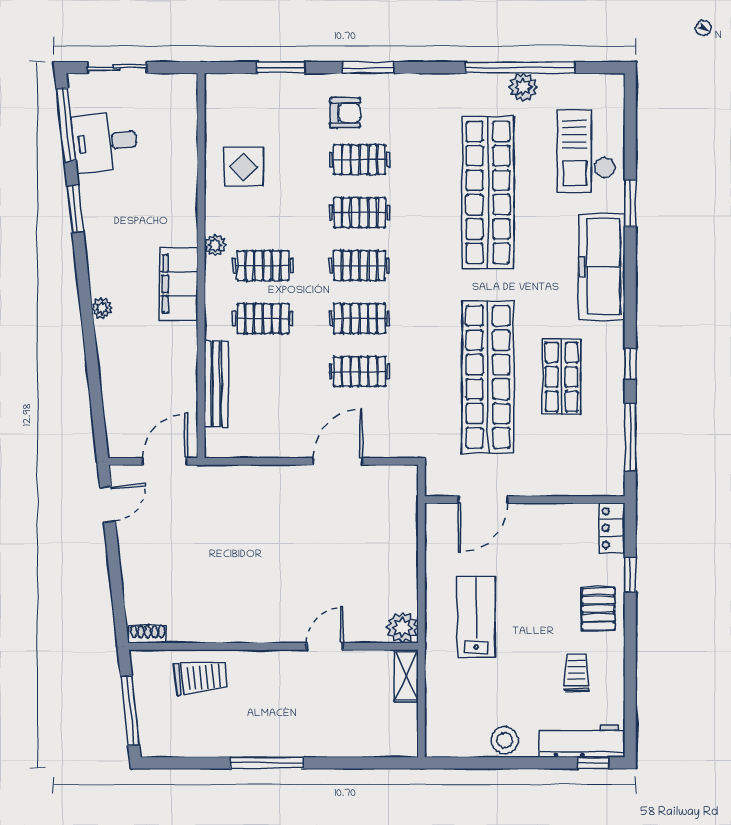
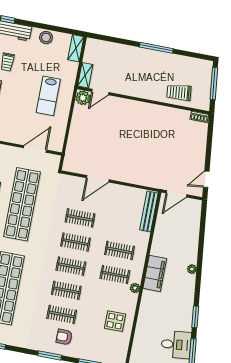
bench: (216, 384) -> (149, 211), moved
door: (325, 646) -> (100, 92), moved
shelving: (437, 730) -> (76, 48), added

